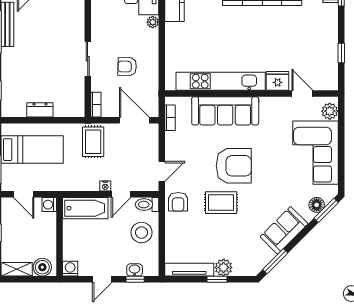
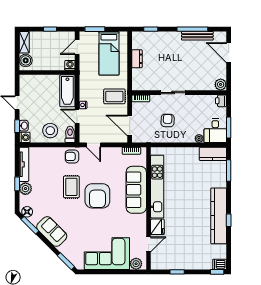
door: (134, 120) -> (130, 125), swing flipped
floor lamp: (317, 205) -> (27, 212), moved
washing machine: (70, 269) -> (25, 137), moved

